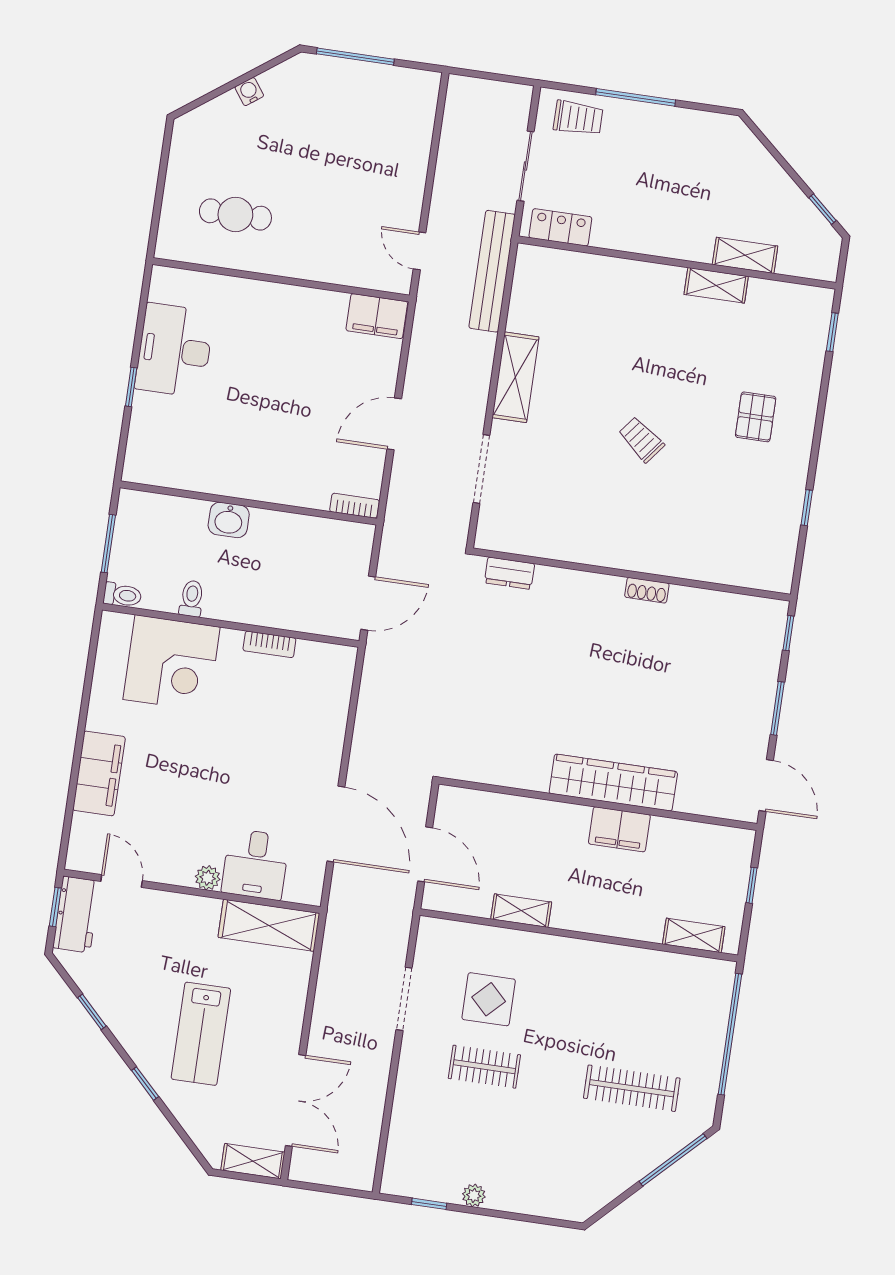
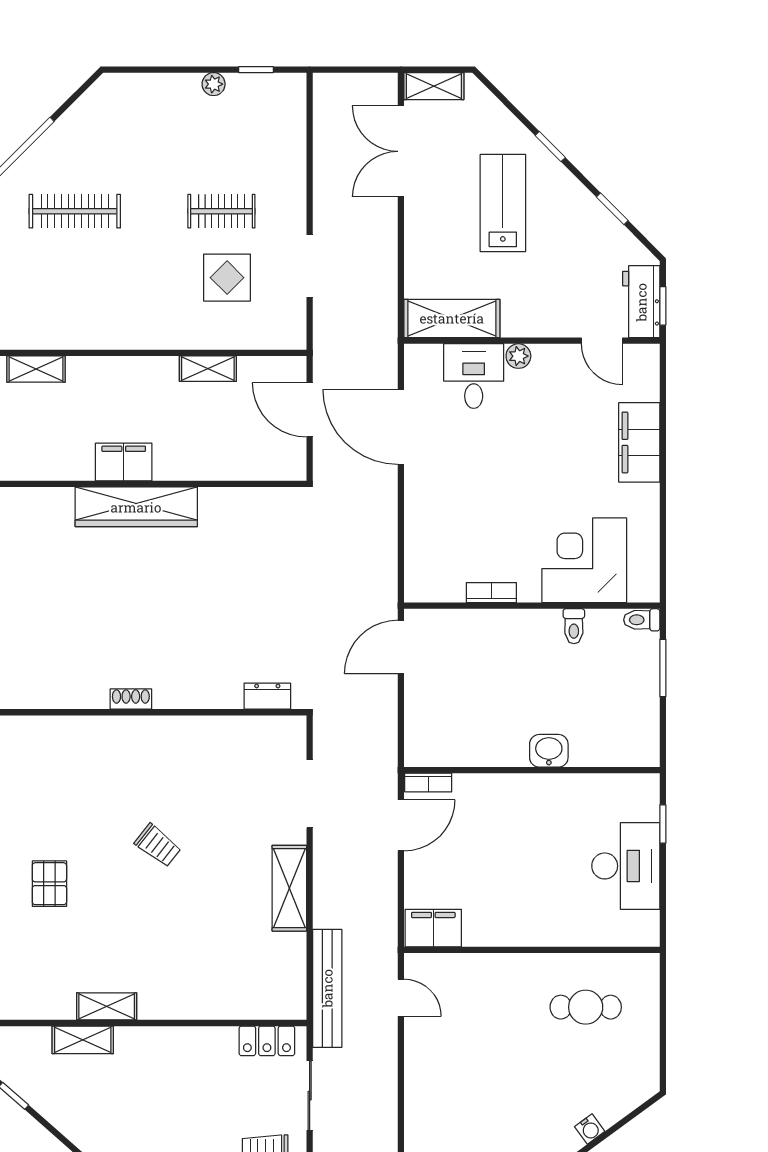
wall: (248, 503) -> (532, 770), moved
bookcase: (354, 506) -> (428, 783), moved
washbasin: (229, 520) -> (549, 751), moved

